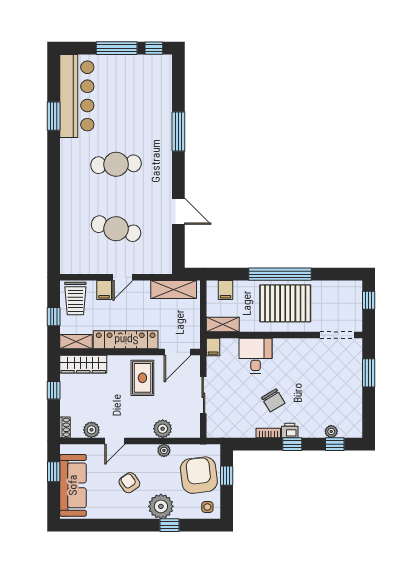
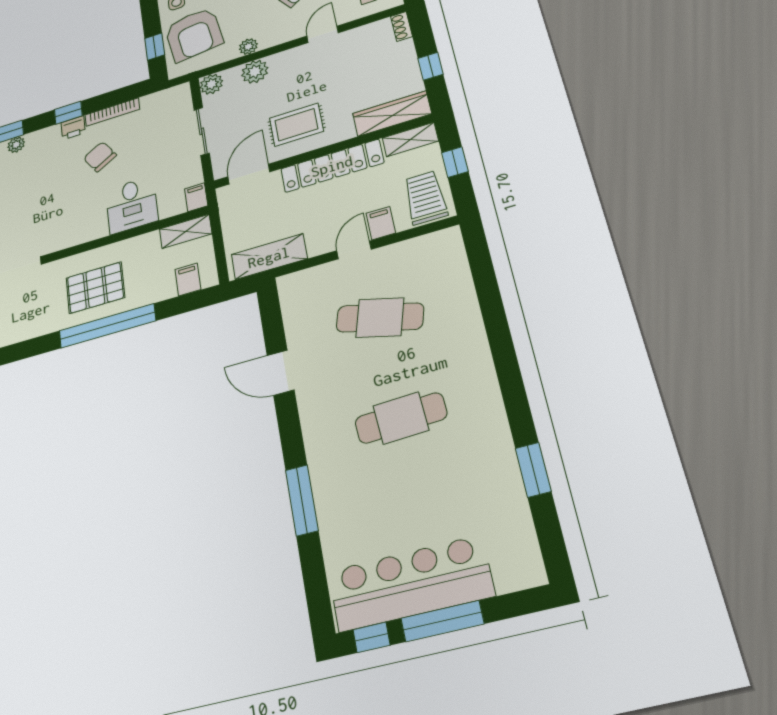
bar counter: (77, 96) -> (410, 584), moved, turned 90
pallet: (285, 303) -> (95, 288), width x0.73, depth x0.71
rug: (142, 378) -> (296, 125), turned 90
plant: (91, 430) -> (211, 84), moved
bookcase: (268, 433) -> (112, 112), width x1.56

